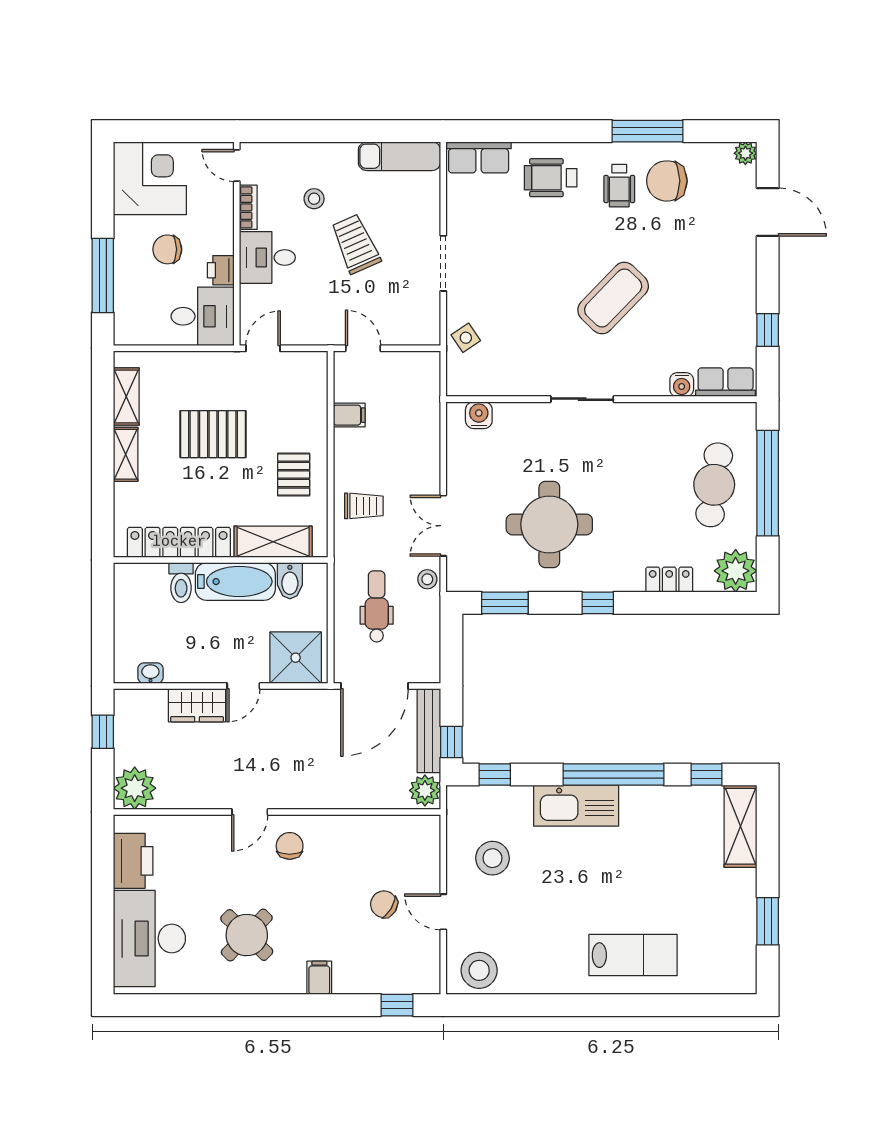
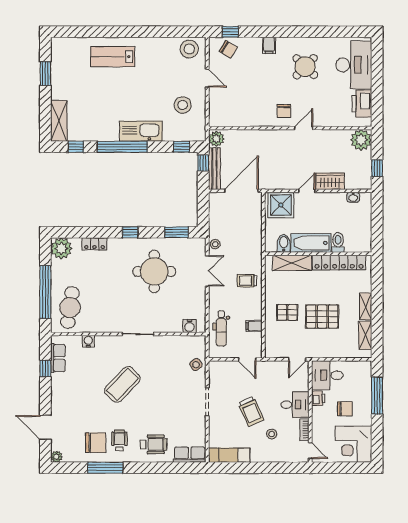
row of seats: (726, 382) -> (58, 358), moved, turned -90
pallet: (294, 475) -> (287, 312), moved, turned 90
cafe table: (714, 485) -> (70, 308), moved
dental chair: (377, 606) -> (221, 328), moved
chair: (384, 904) -> (228, 49), moved

